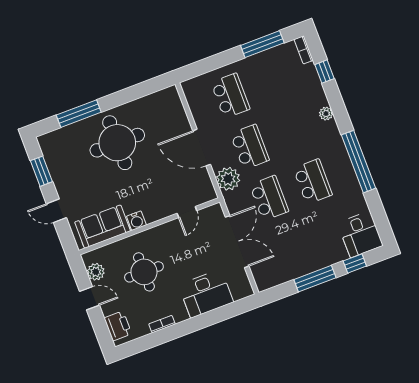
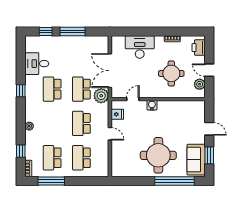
school desk: (274, 79) -> (52, 158), added
window: (79, 114) -> (174, 181), width x1.46
door: (202, 148) -> (110, 134), width x0.53
window: (359, 162) -> (21, 91), width x0.32
plant: (228, 179) -> (101, 96), moved
fridge: (202, 181) -> (117, 114), added
water cooler: (136, 221) -> (152, 105), moved
sofa: (103, 227) -> (196, 160), moved, turned 90
desk: (360, 234) -> (37, 64), moved, turned -90

